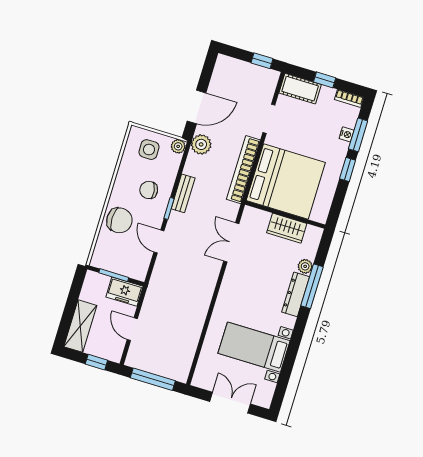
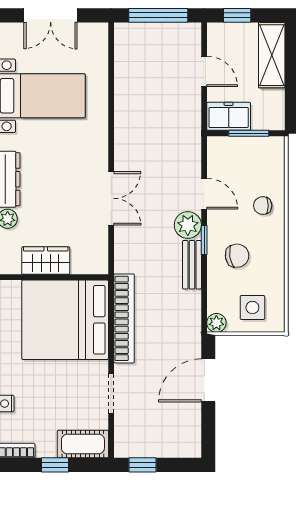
plant: (201, 144) -> (188, 225), moved
chair: (119, 220) -> (263, 206), width x0.54, depth x0.54
double door: (231, 242) -> (111, 198), moved

